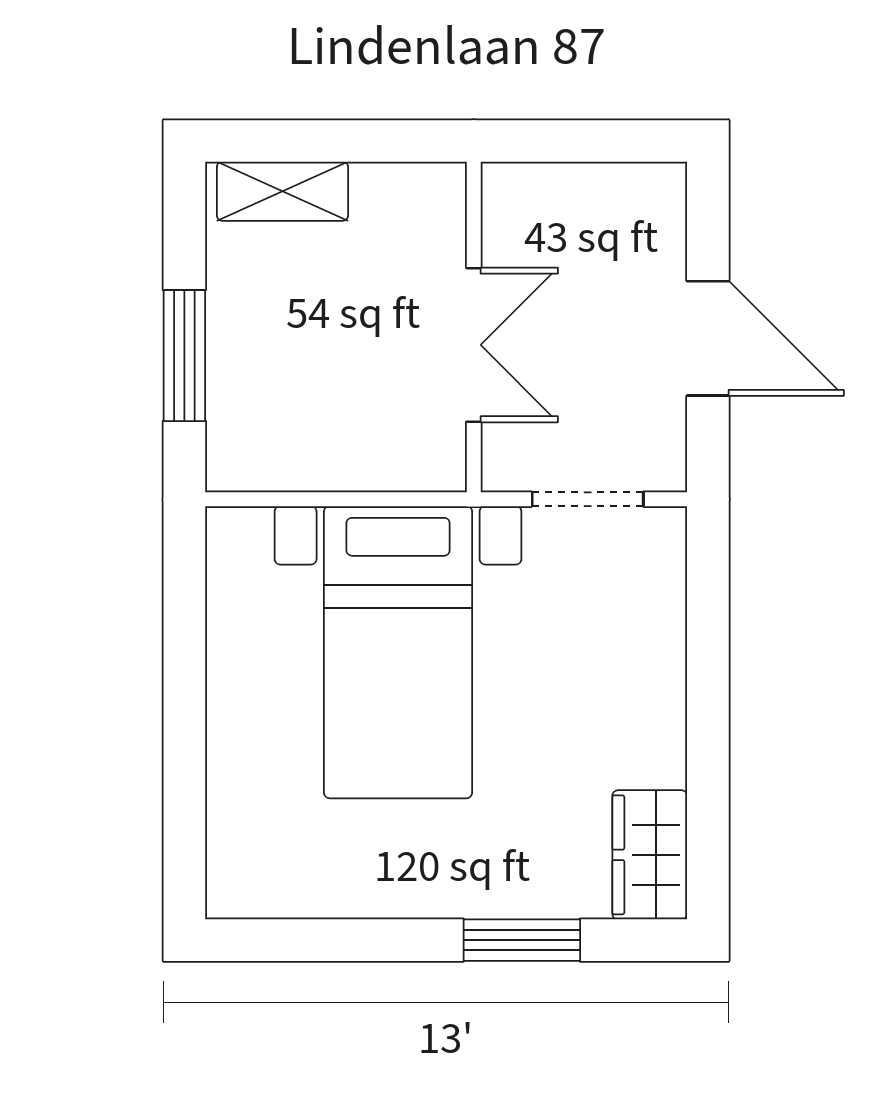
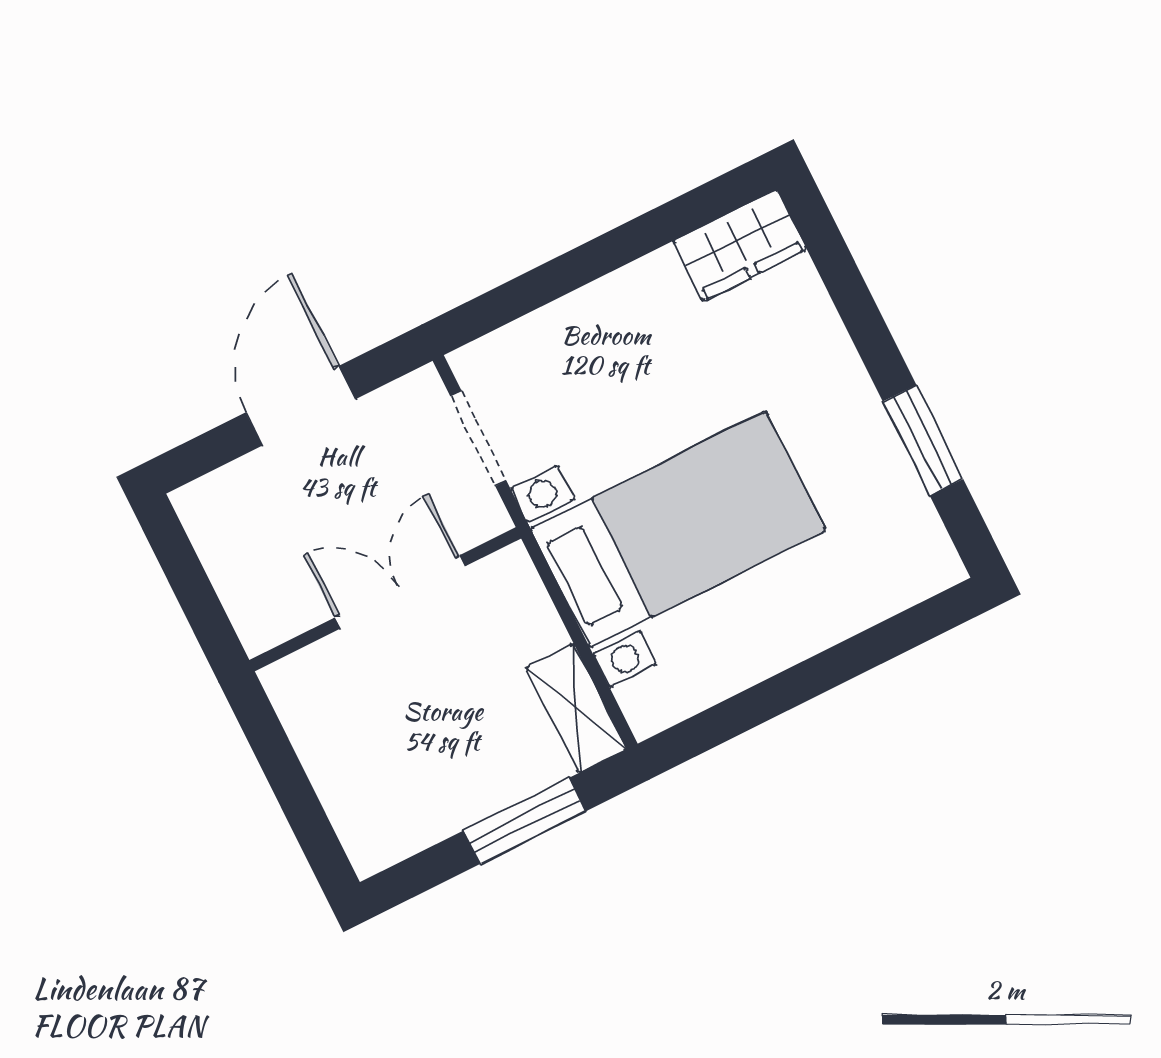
shelving: (283, 191) -> (576, 708), moved
window: (522, 940) -> (923, 440), moved

